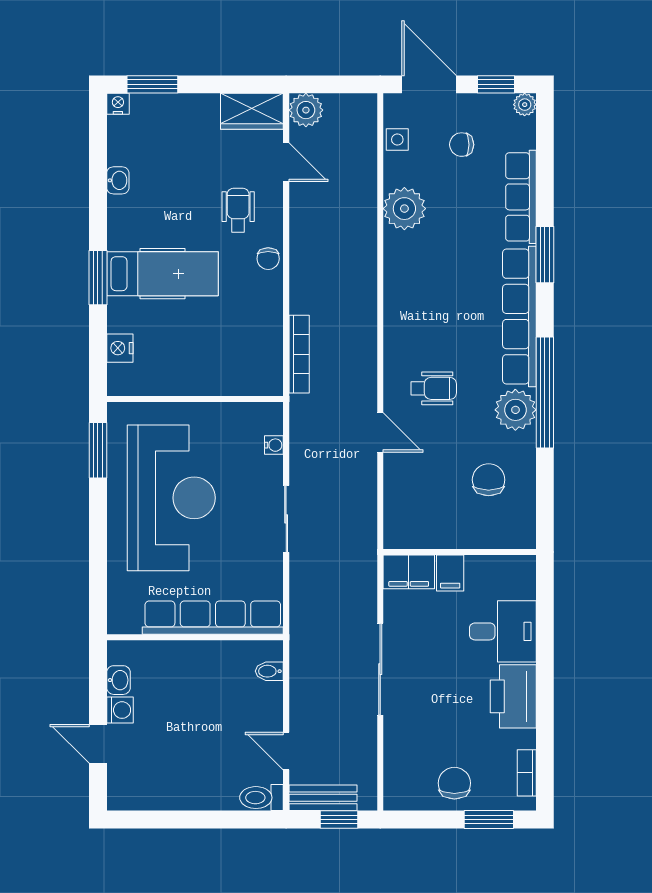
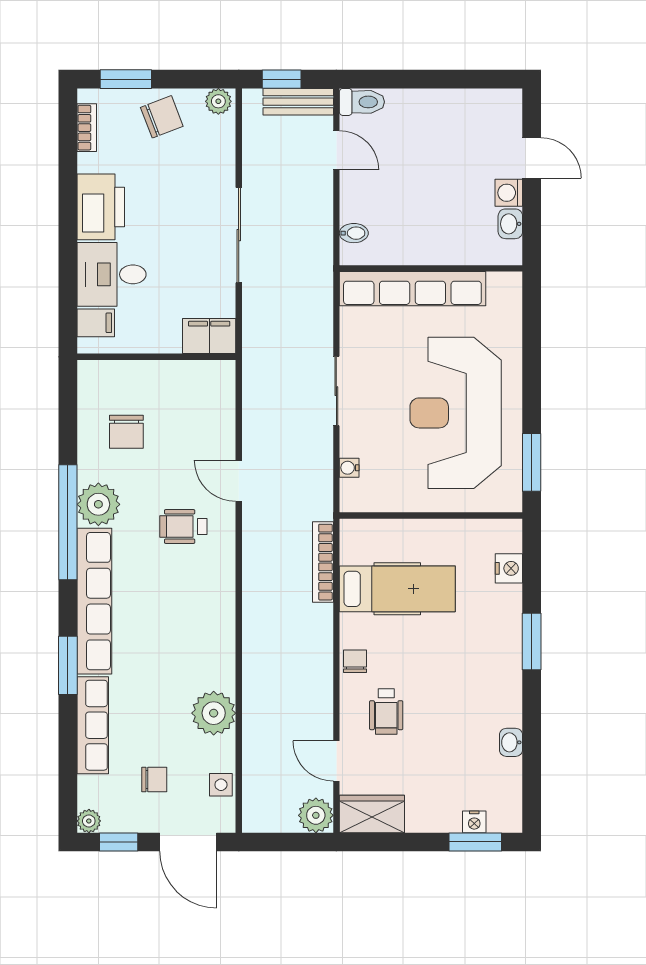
nightstand: (118, 104) -> (474, 822), moved
hospital bed: (162, 274) -> (397, 589), moved, turned 180
filing cabinet: (450, 573) -> (96, 323), moved, turned 90
chair: (454, 783) -> (162, 117), turned -111
plant: (400, 798) -> (218, 101), added

